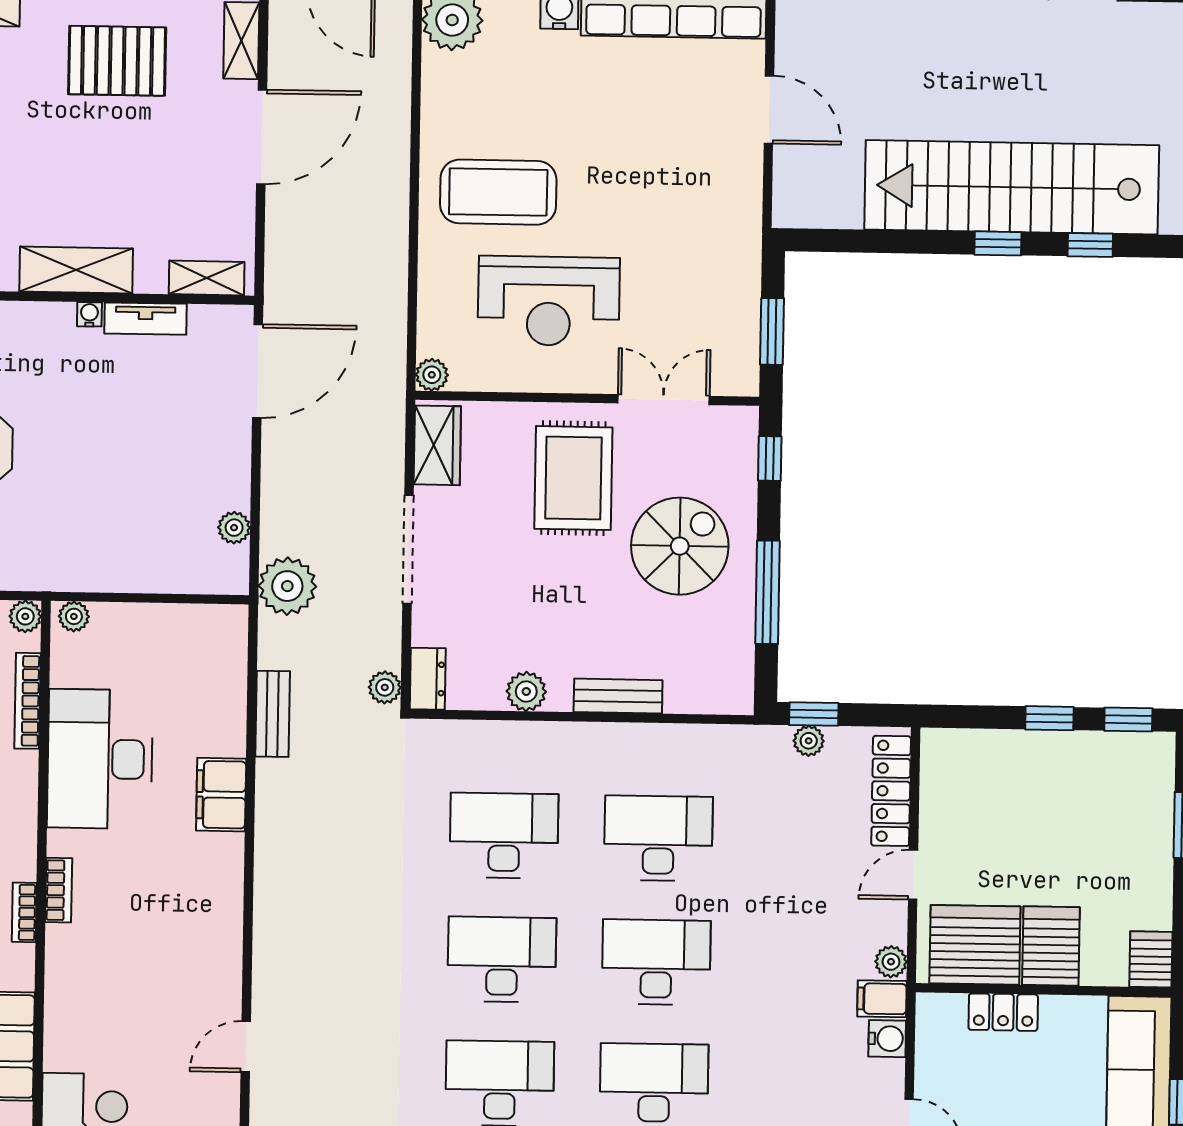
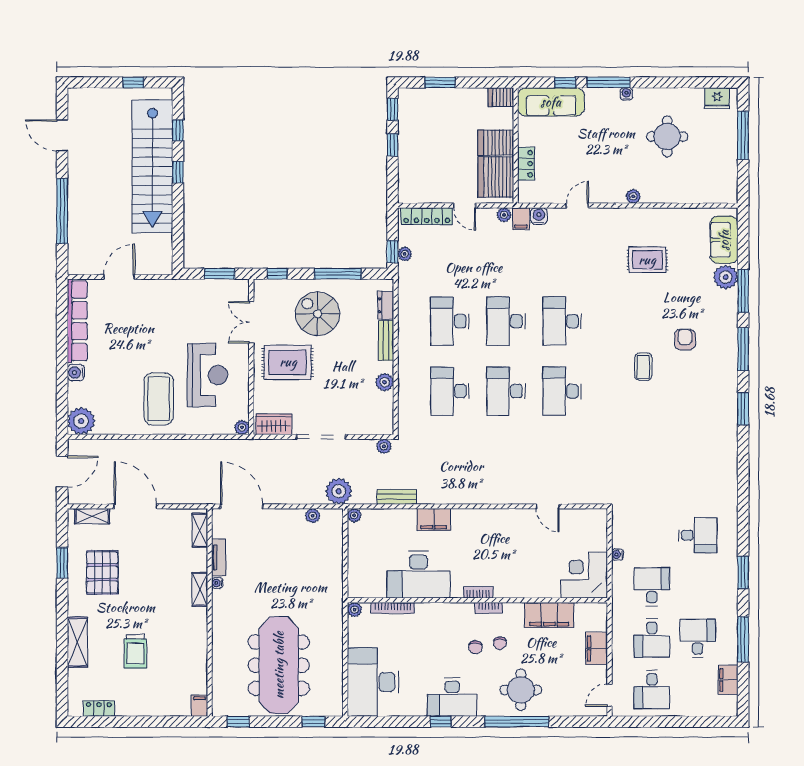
shelving: (76, 270) -> (200, 589), width x0.67, depth x0.75
plant: (74, 616) -> (354, 515), moved
dresser: (428, 679) -> (386, 305), moved, turned -90

